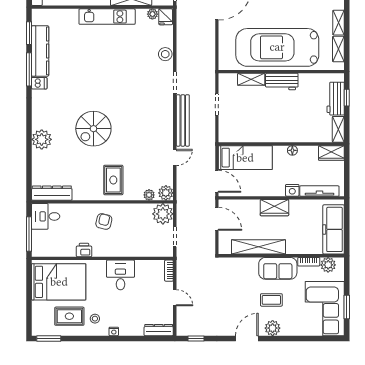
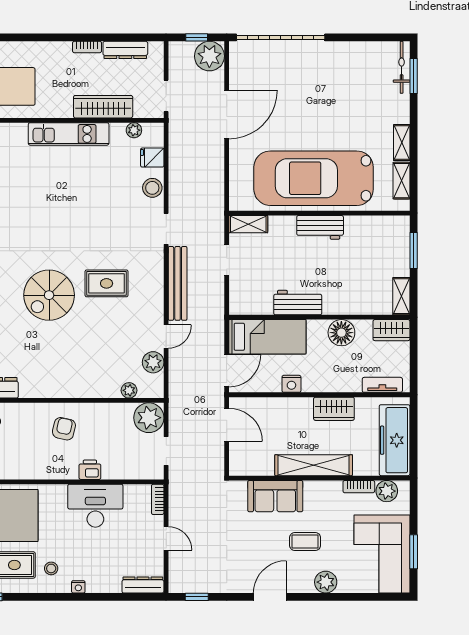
fridge: (166, 17) -> (152, 158), moved, turned 90
shelving: (251, 79) -> (248, 224), moved
window: (347, 98) -> (414, 251), width x1.50
workbench: (336, 99) -> (298, 303), moved, turned 90
floor lamp: (292, 150) -> (341, 333), width x1.89, depth x1.89
rug: (113, 180) -> (107, 283), moved, turned 90
door: (217, 181) -> (227, 371), hinge flipped
nightstand: (292, 190) -> (291, 384), moved
tv unit: (319, 191) -> (382, 385), width x0.71
plant: (166, 193) -> (153, 362), moved
wardrobe: (274, 208) -> (334, 409), moved
shelving: (258, 247) -> (314, 465), moved
printer: (84, 250) -> (90, 470), moved
sofa: (278, 268) -> (275, 496), moved
desk: (120, 275) -> (95, 506), width x1.37
plant: (273, 328) -> (326, 582), moved

